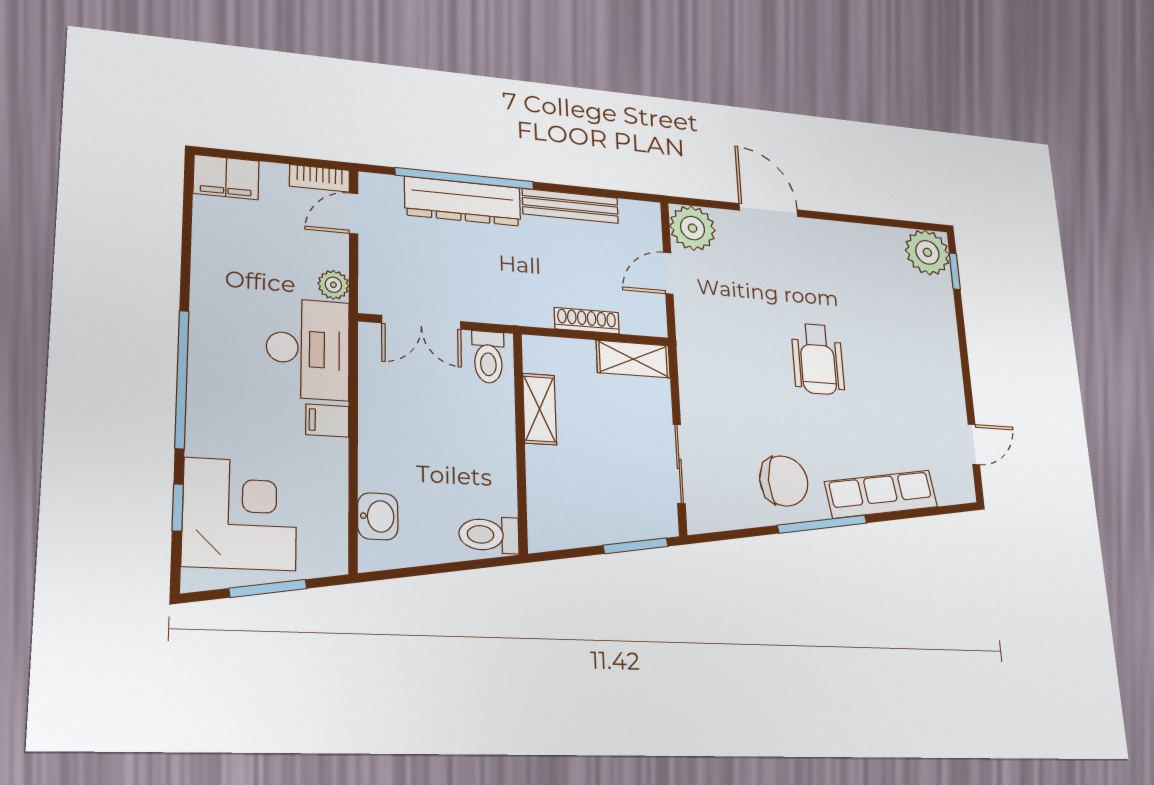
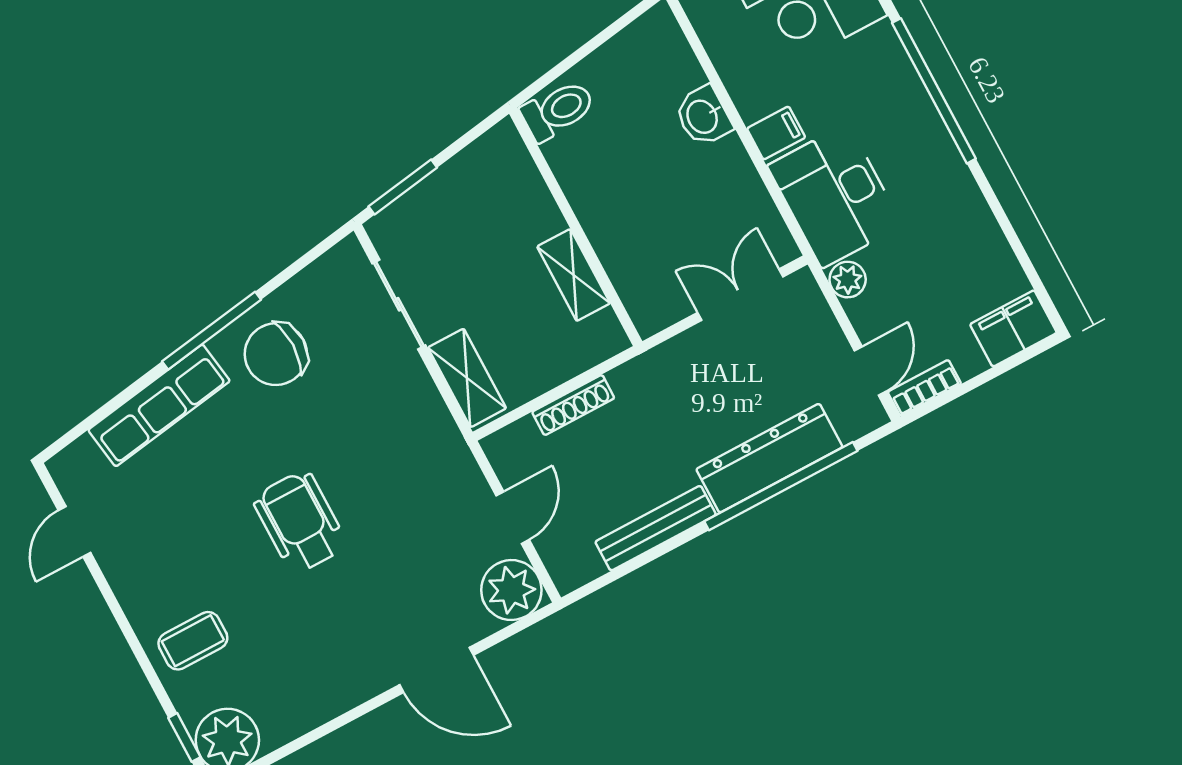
coffee table: (924, 327) -> (193, 641), added
toilet: (488, 357) -> (654, 299), removed
shelving: (633, 359) -> (467, 378), moved, turned 90
washbasin: (378, 516) -> (703, 116), moved

